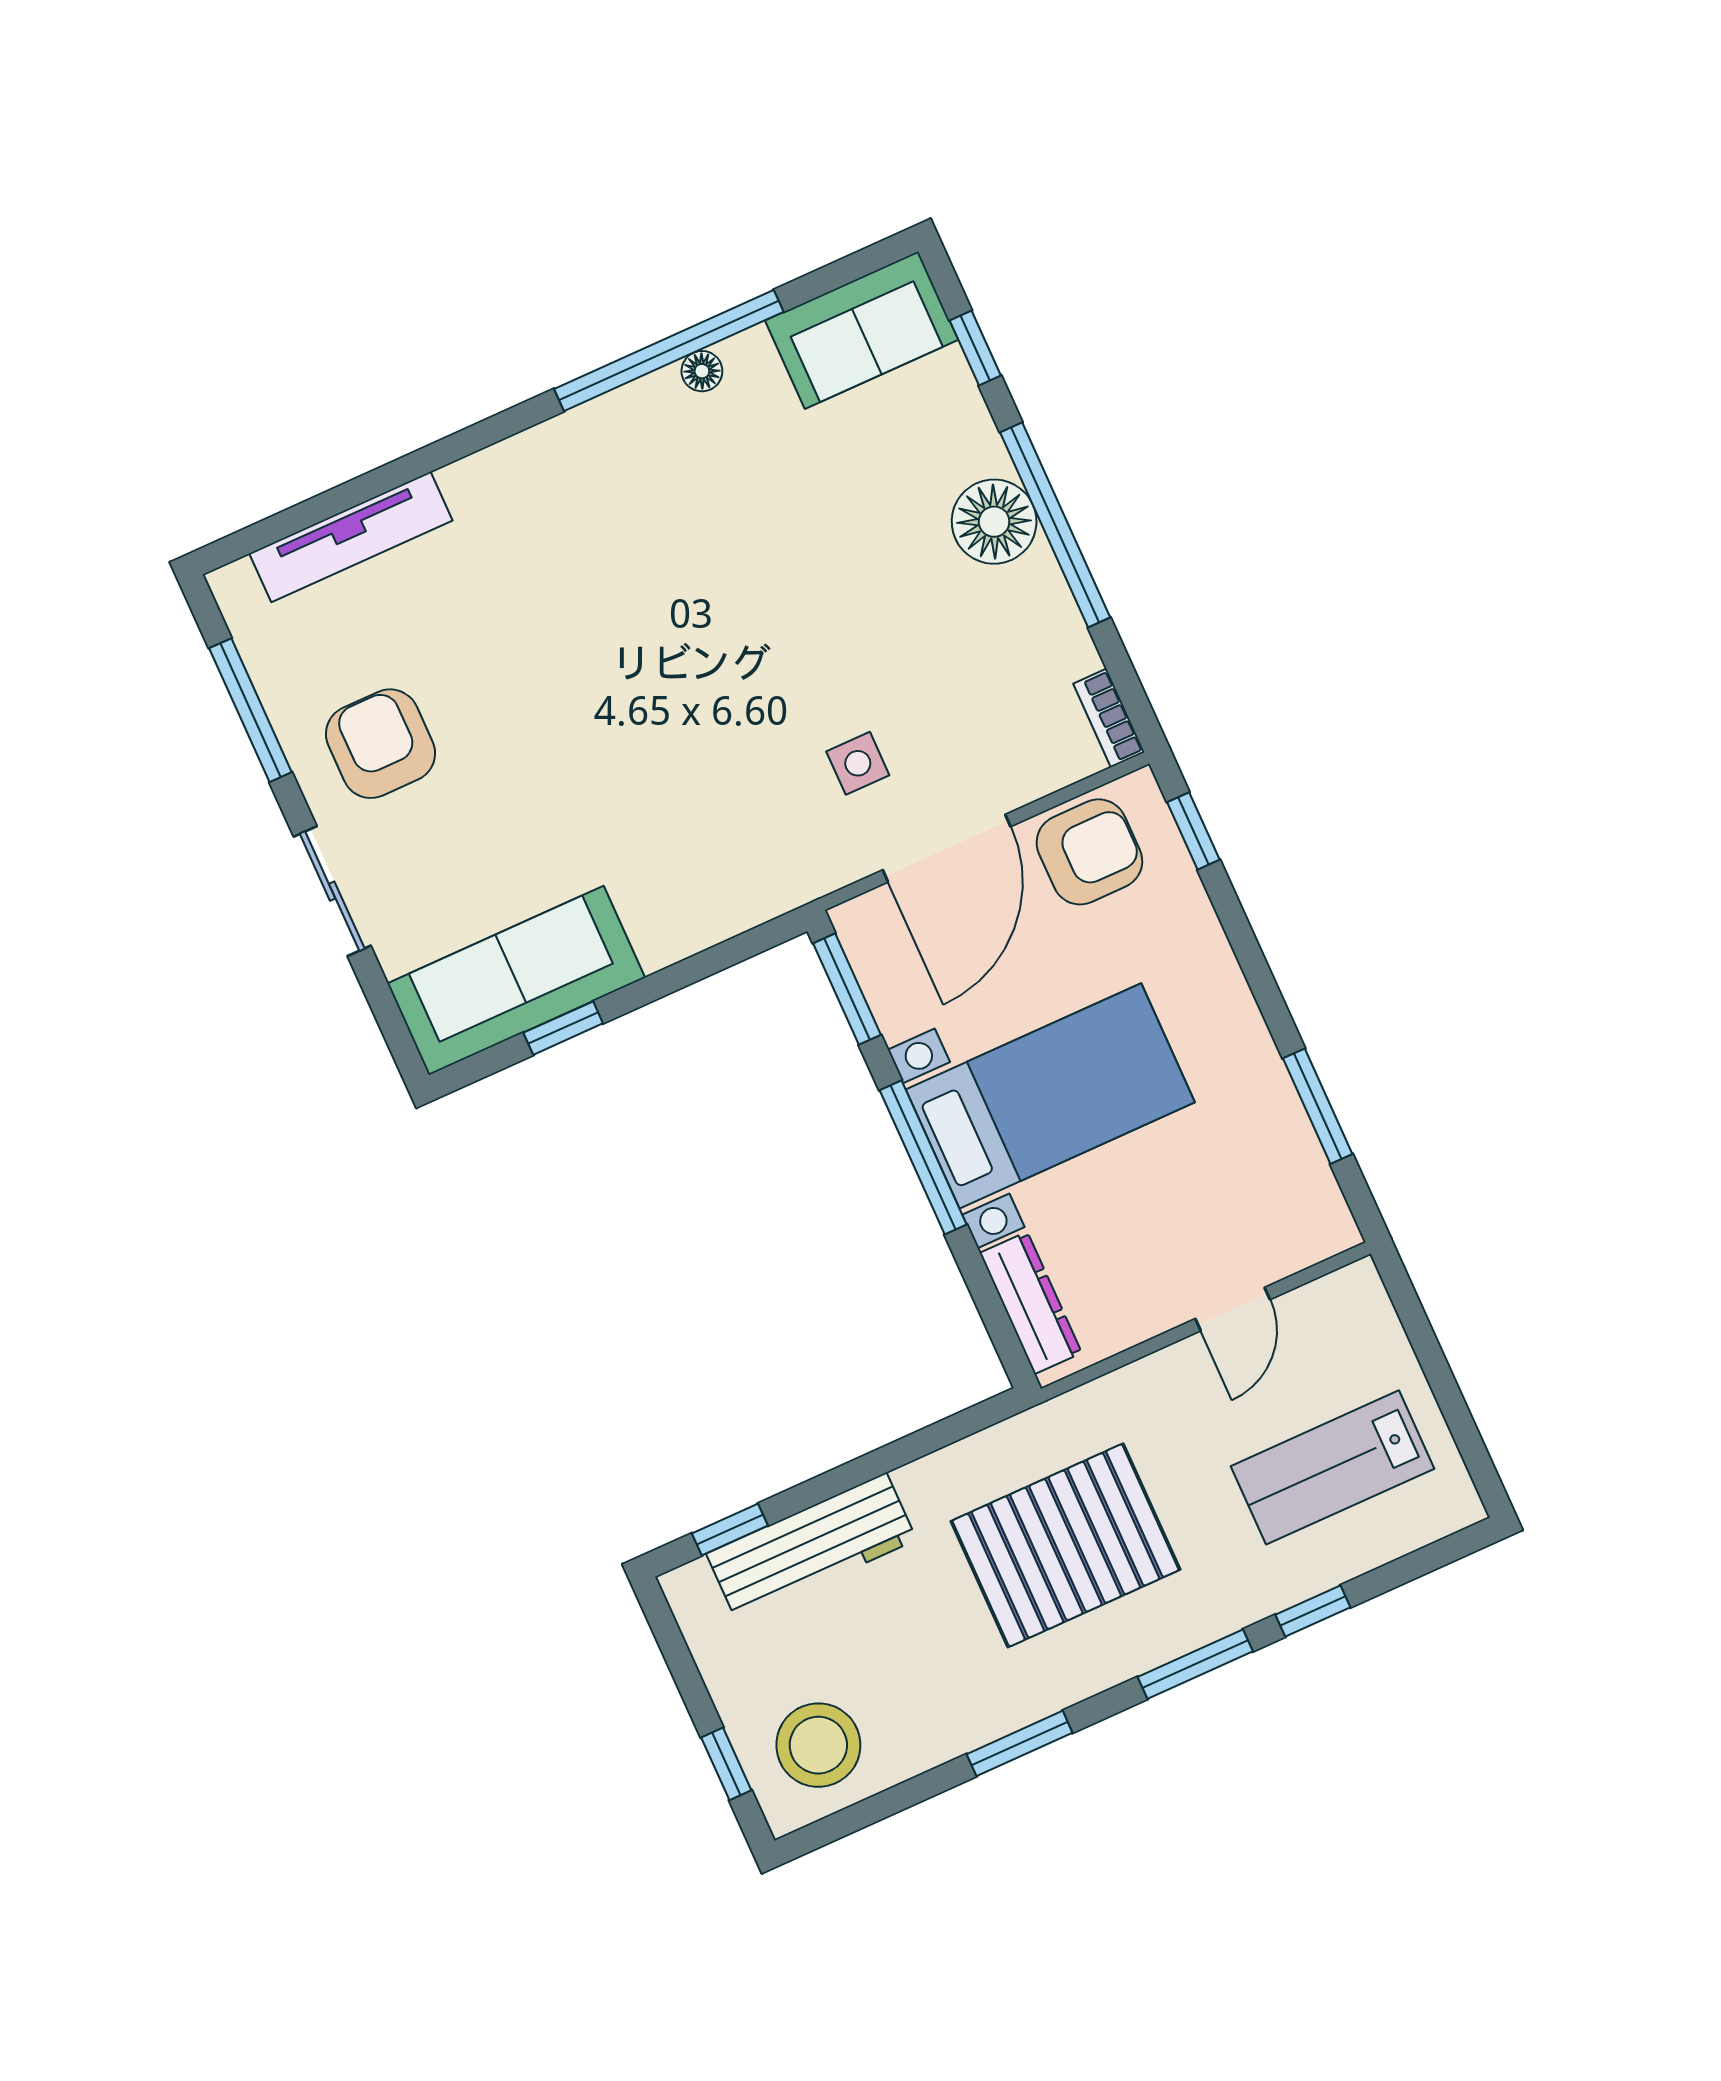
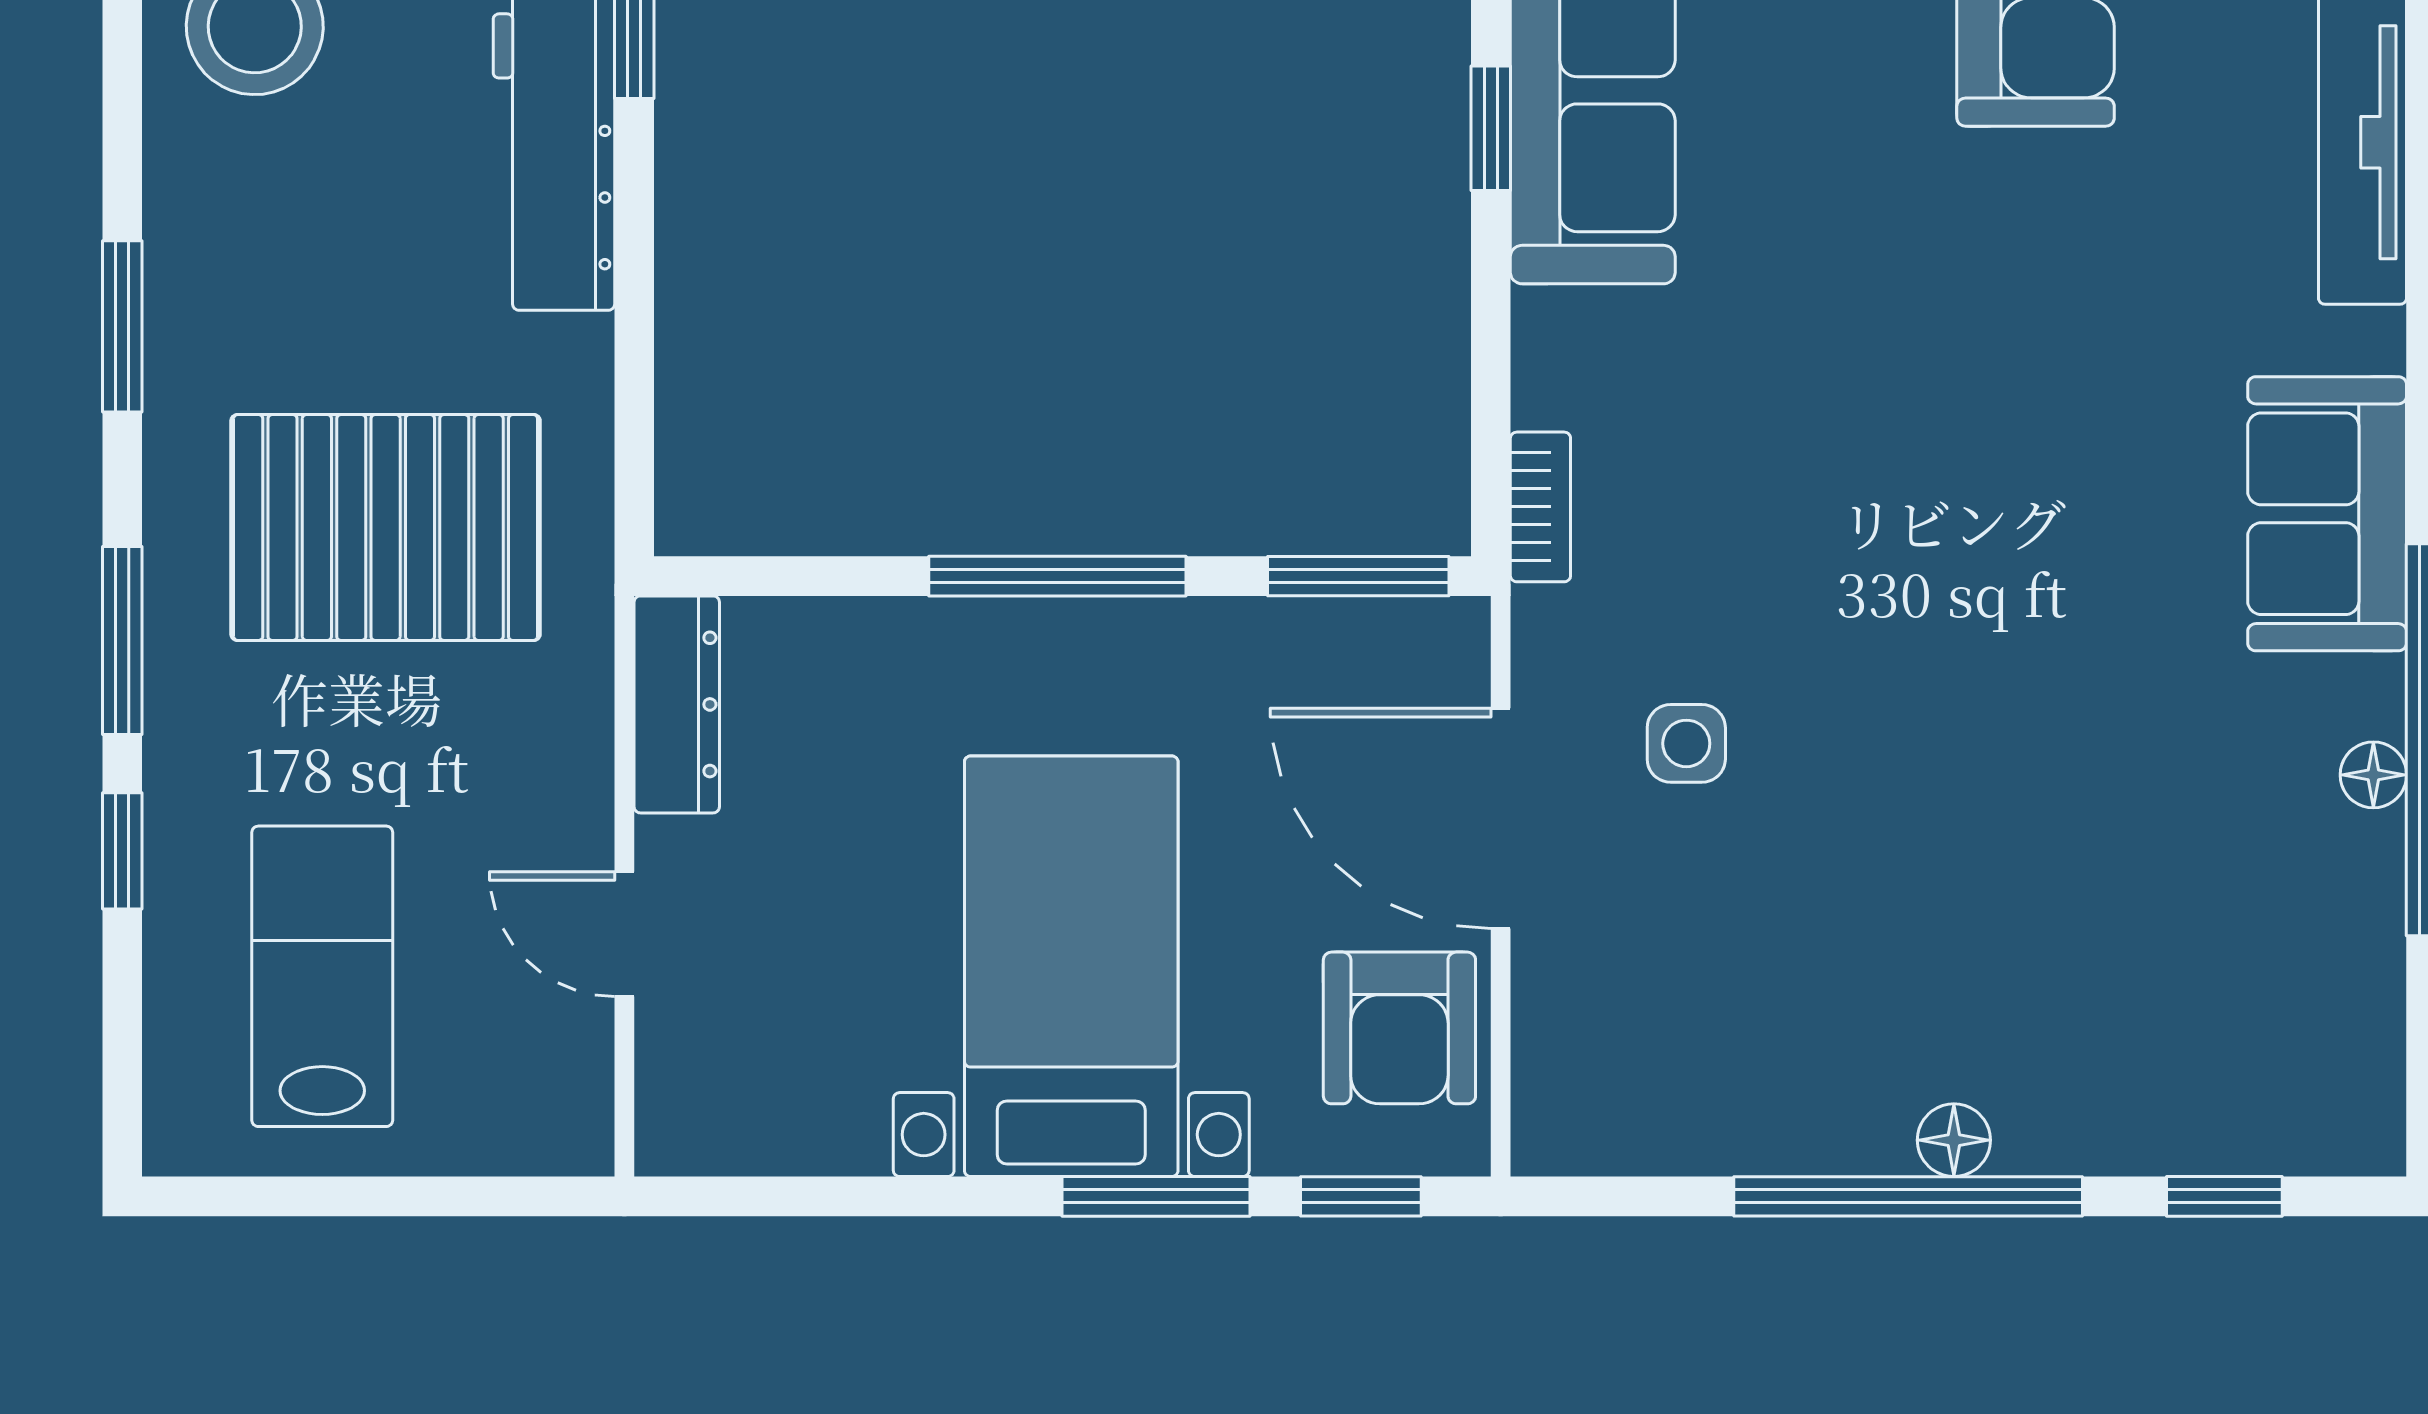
sofa: (862, 330) -> (2327, 514), moved
floor lamp: (994, 522) -> (1954, 1140), width x0.53, depth x0.53
bookcase: (1109, 718) -> (1540, 507), moved, turned 90
bed with nightstands: (1050, 1096) -> (1071, 966), moved, turned 180
window: (1318, 1106) -> (1156, 1196), moved
dresser: (1031, 1303) -> (677, 704), moved, turned -90
pallet: (1066, 1545) -> (386, 527), turned 90

